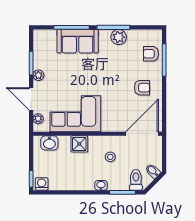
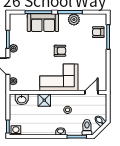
armchair: (142, 88) -> (60, 51), moved
corner sofa: (75, 114) -> (59, 77), moved
door: (142, 134) -> (91, 92), width x0.53

